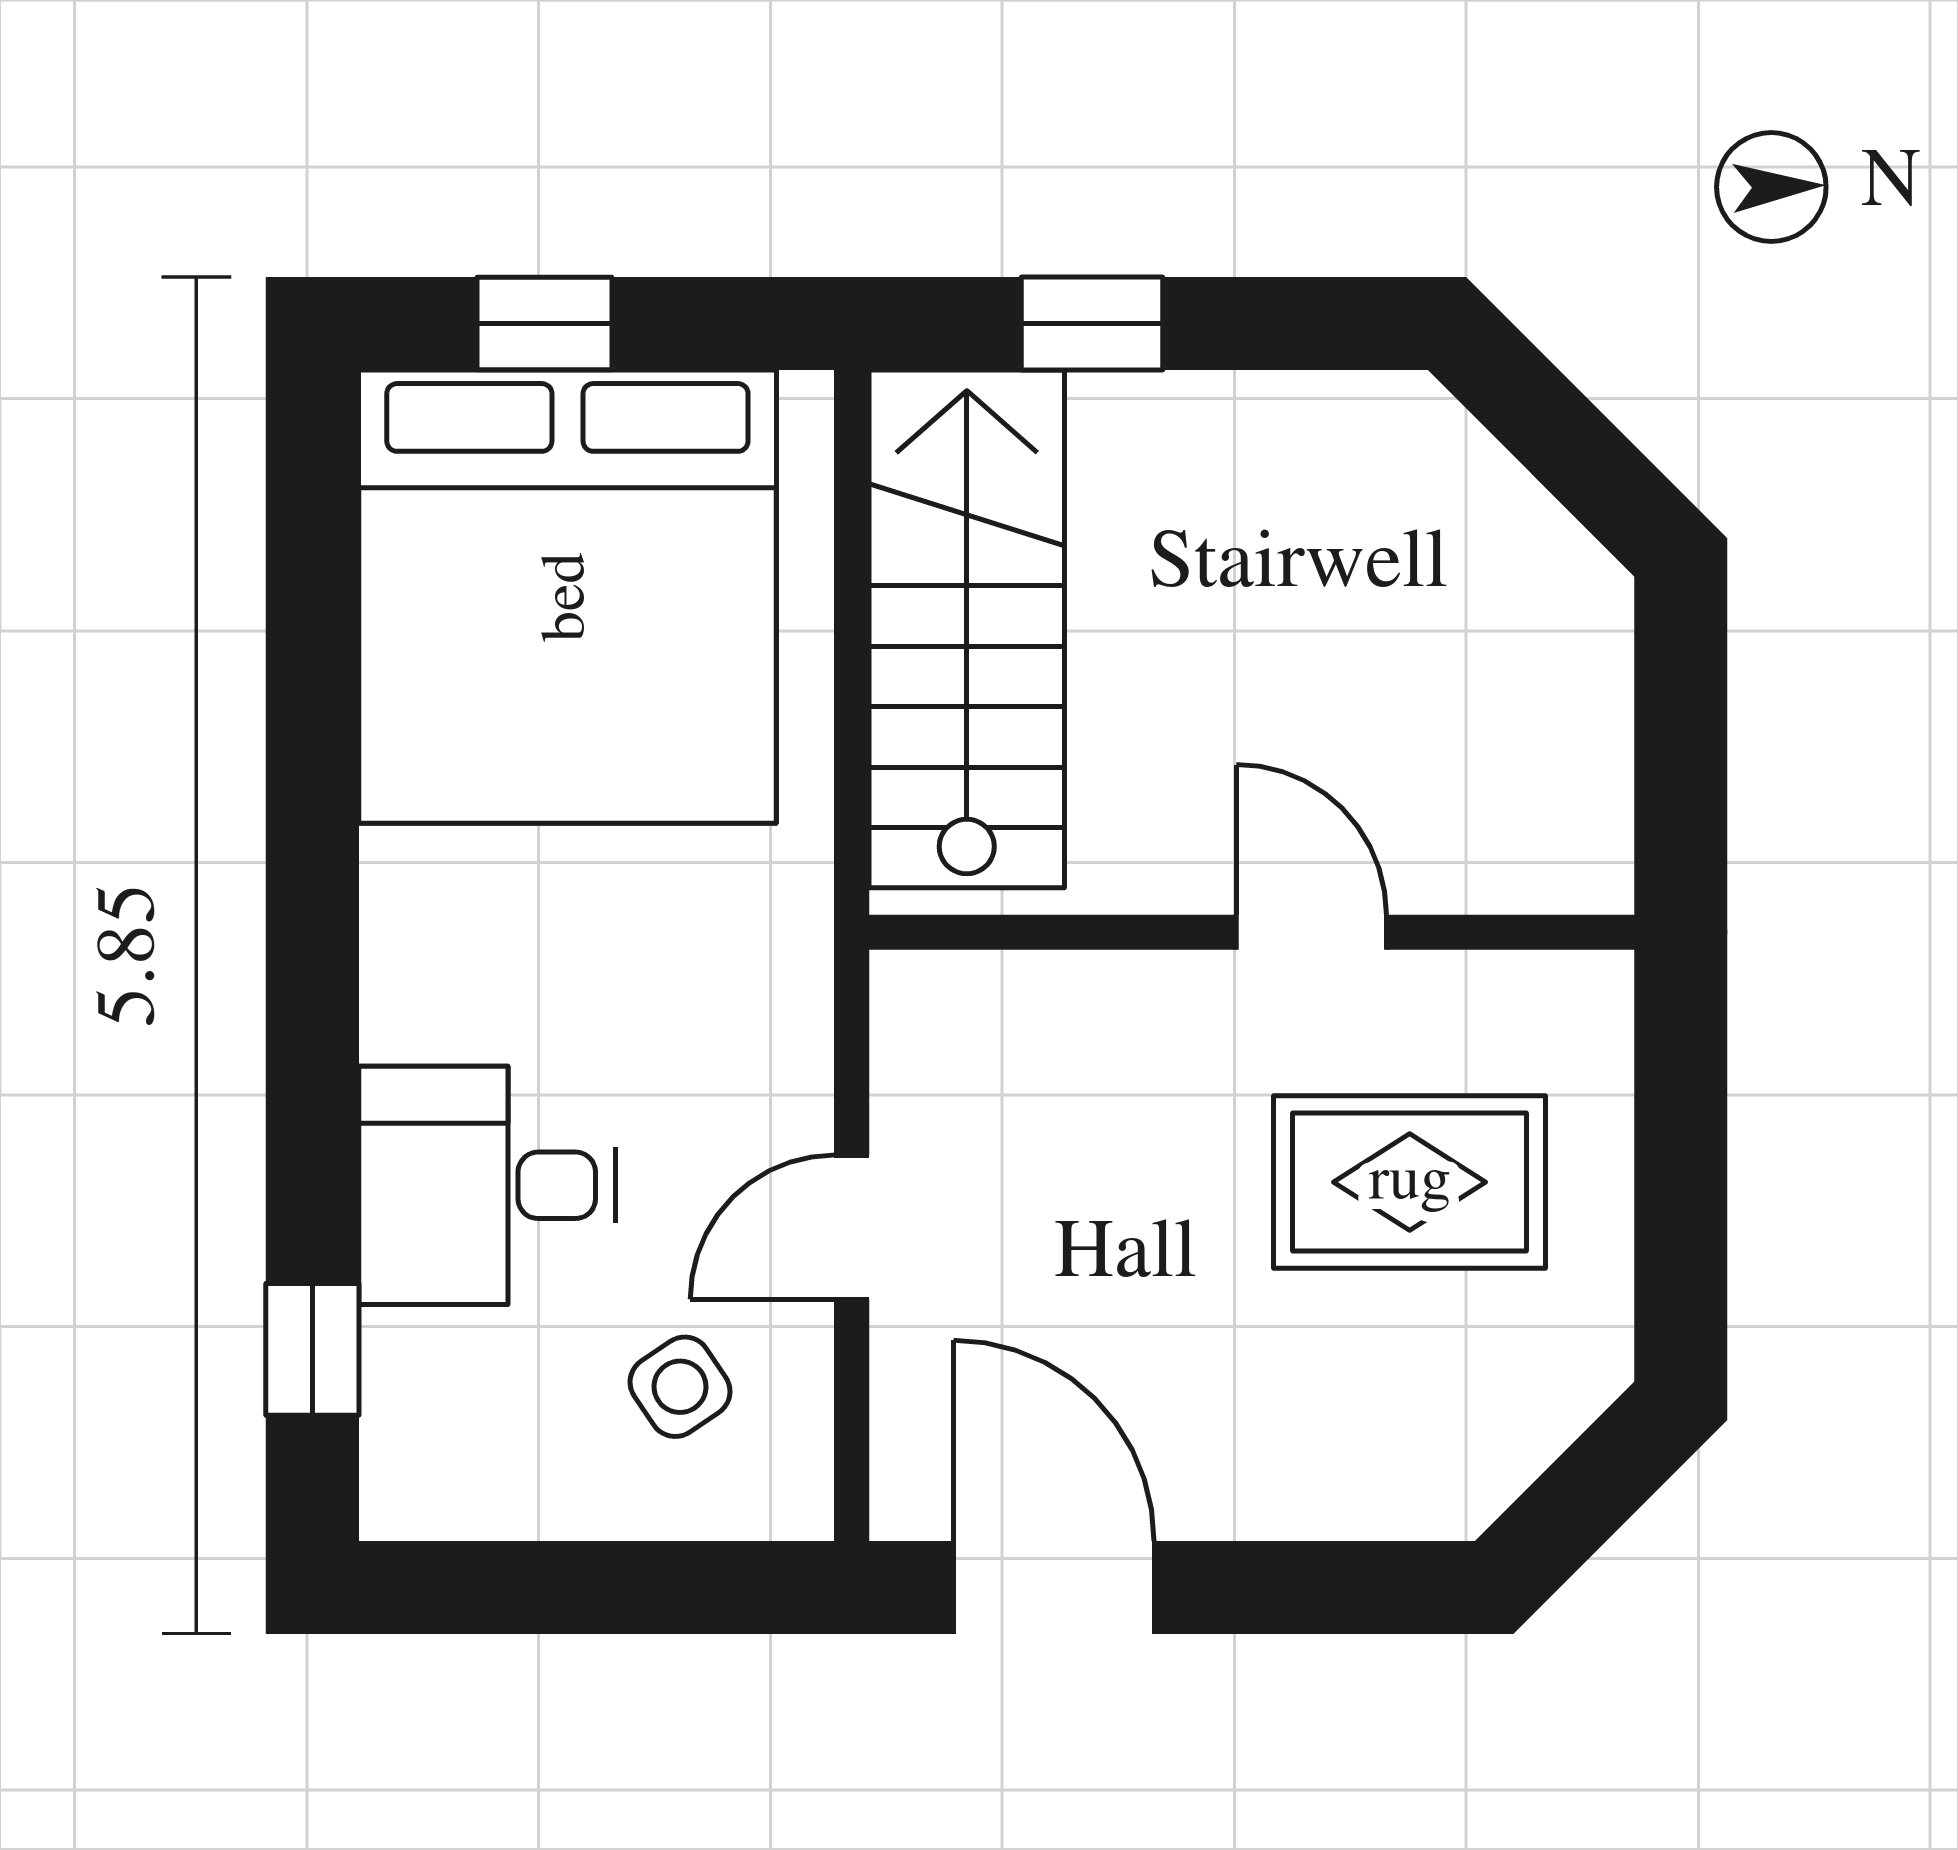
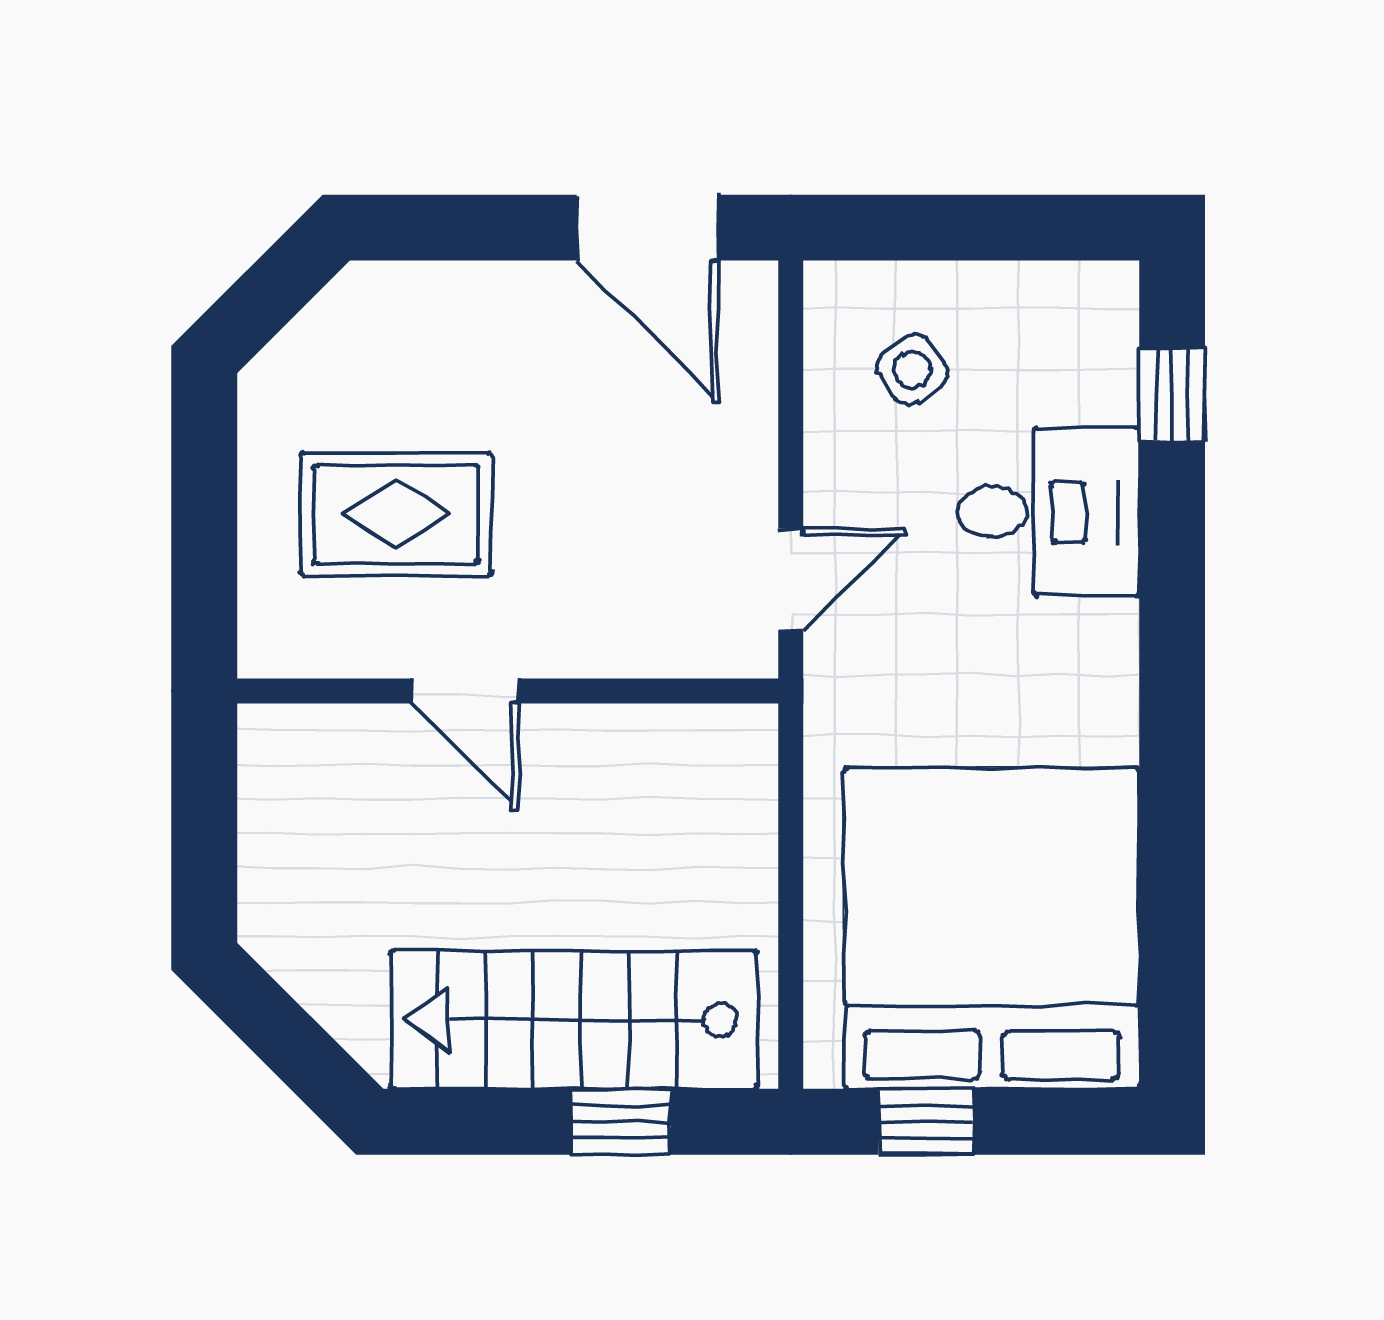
window: (545, 323) -> (926, 1122), moved
stairs: (967, 629) -> (574, 1020), moved, turned 90
door: (852, 1227) -> (791, 579), moved

